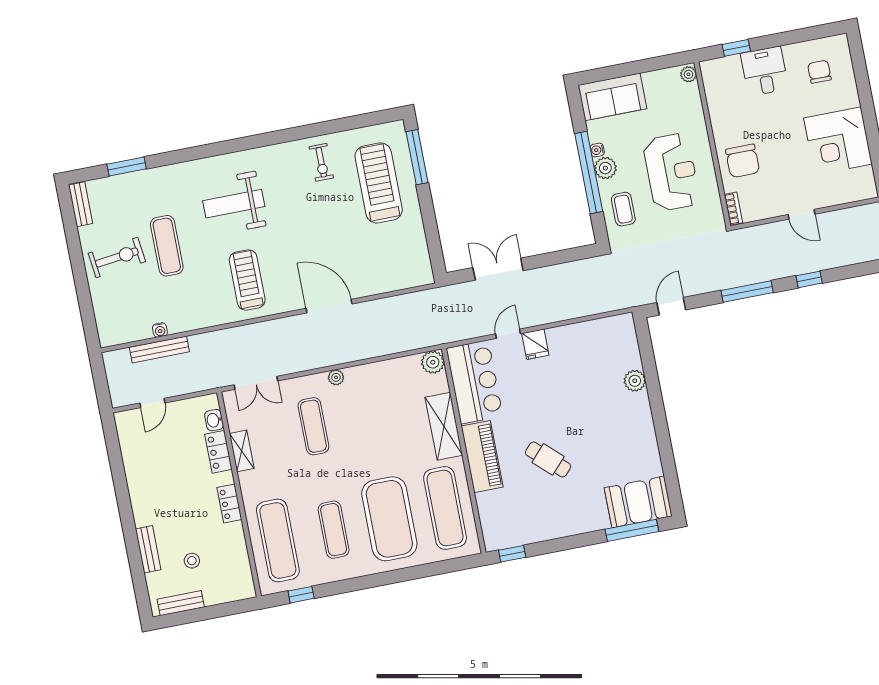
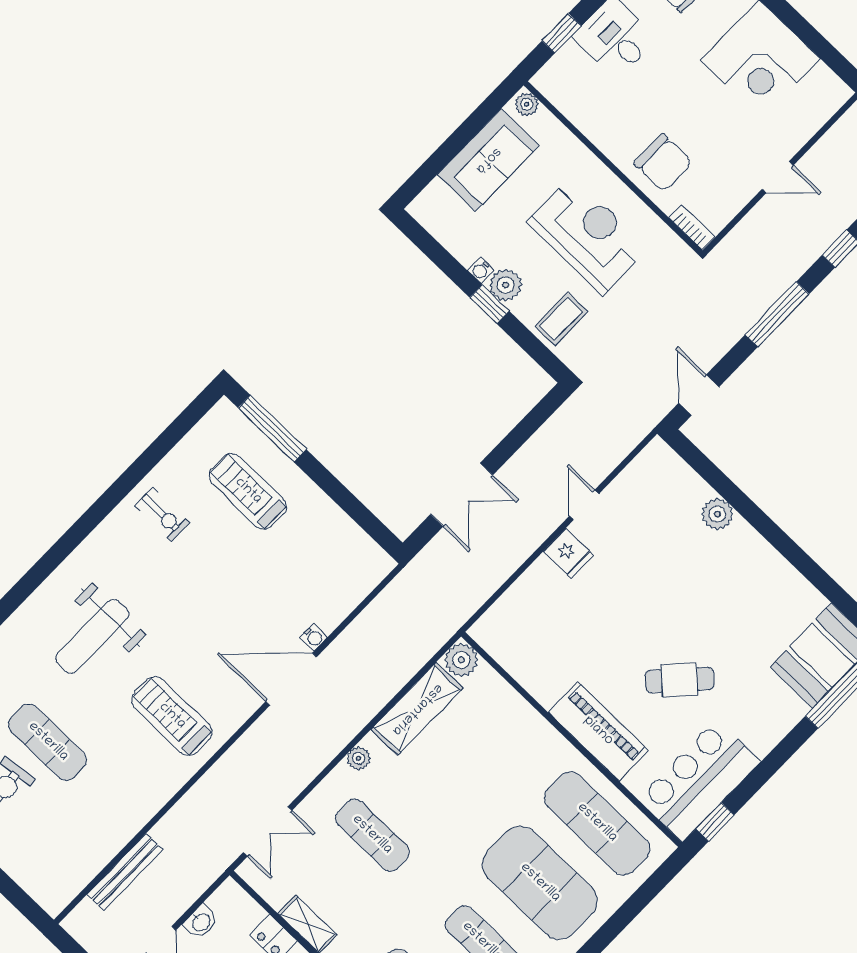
sofa: (612, 97) -> (488, 160), moved
window: (589, 173) -> (489, 304), width x0.32
treadmill: (379, 183) -> (248, 491), width x0.73, depth x0.73
coffee table: (623, 209) -> (561, 319), turned 90
double door: (498, 269) -> (462, 495), swing flipped
water cooler: (160, 330) -> (314, 637), moved
door: (508, 334) -> (584, 505), moved
bar counter: (474, 382) -> (699, 780), moved, turned -90
washbasin: (214, 420) -> (201, 922), moved, turned -90
shelving: (444, 426) -> (417, 709), moved, turned 90

